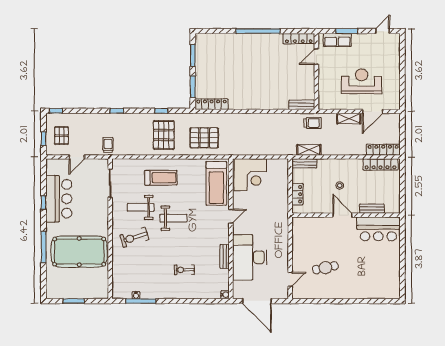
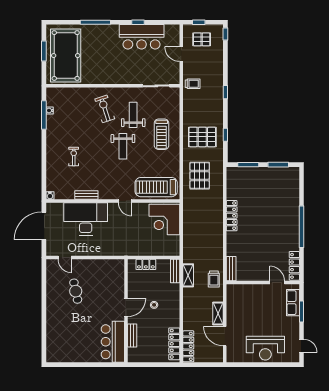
reception desk: (362, 81) -> (265, 348), moved, turned 90
locker: (212, 104) -> (232, 216), moved
pool table: (79, 252) -> (66, 56), moved

